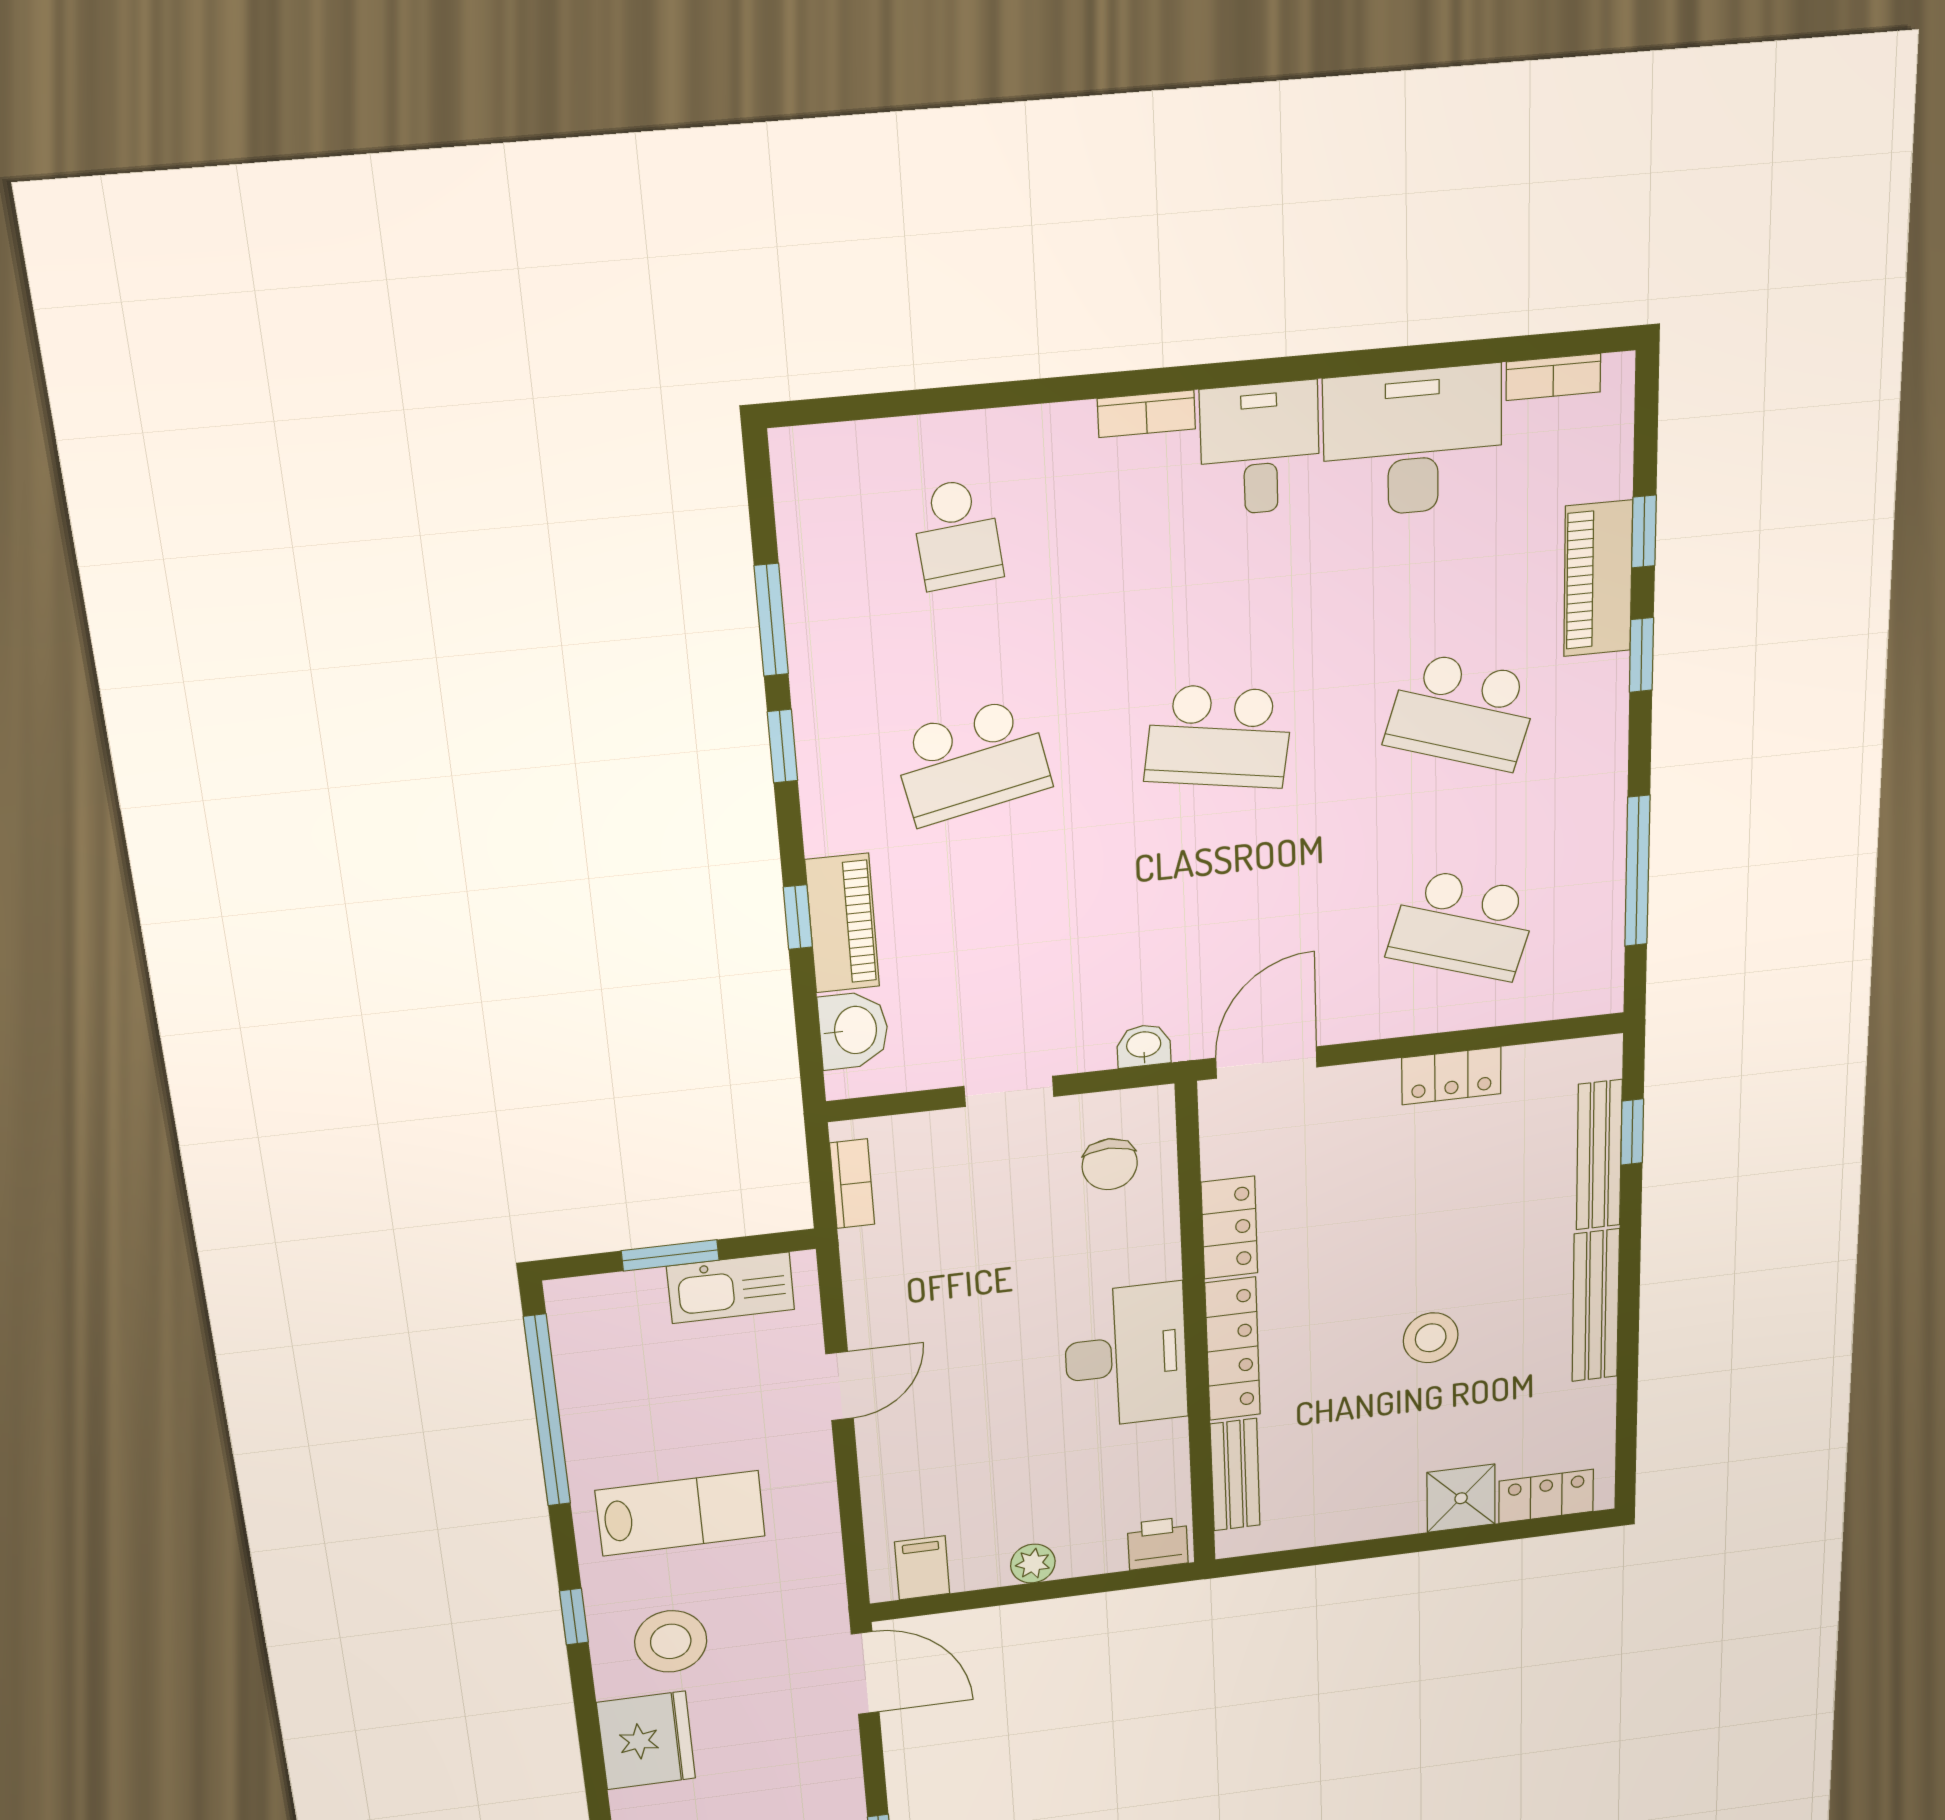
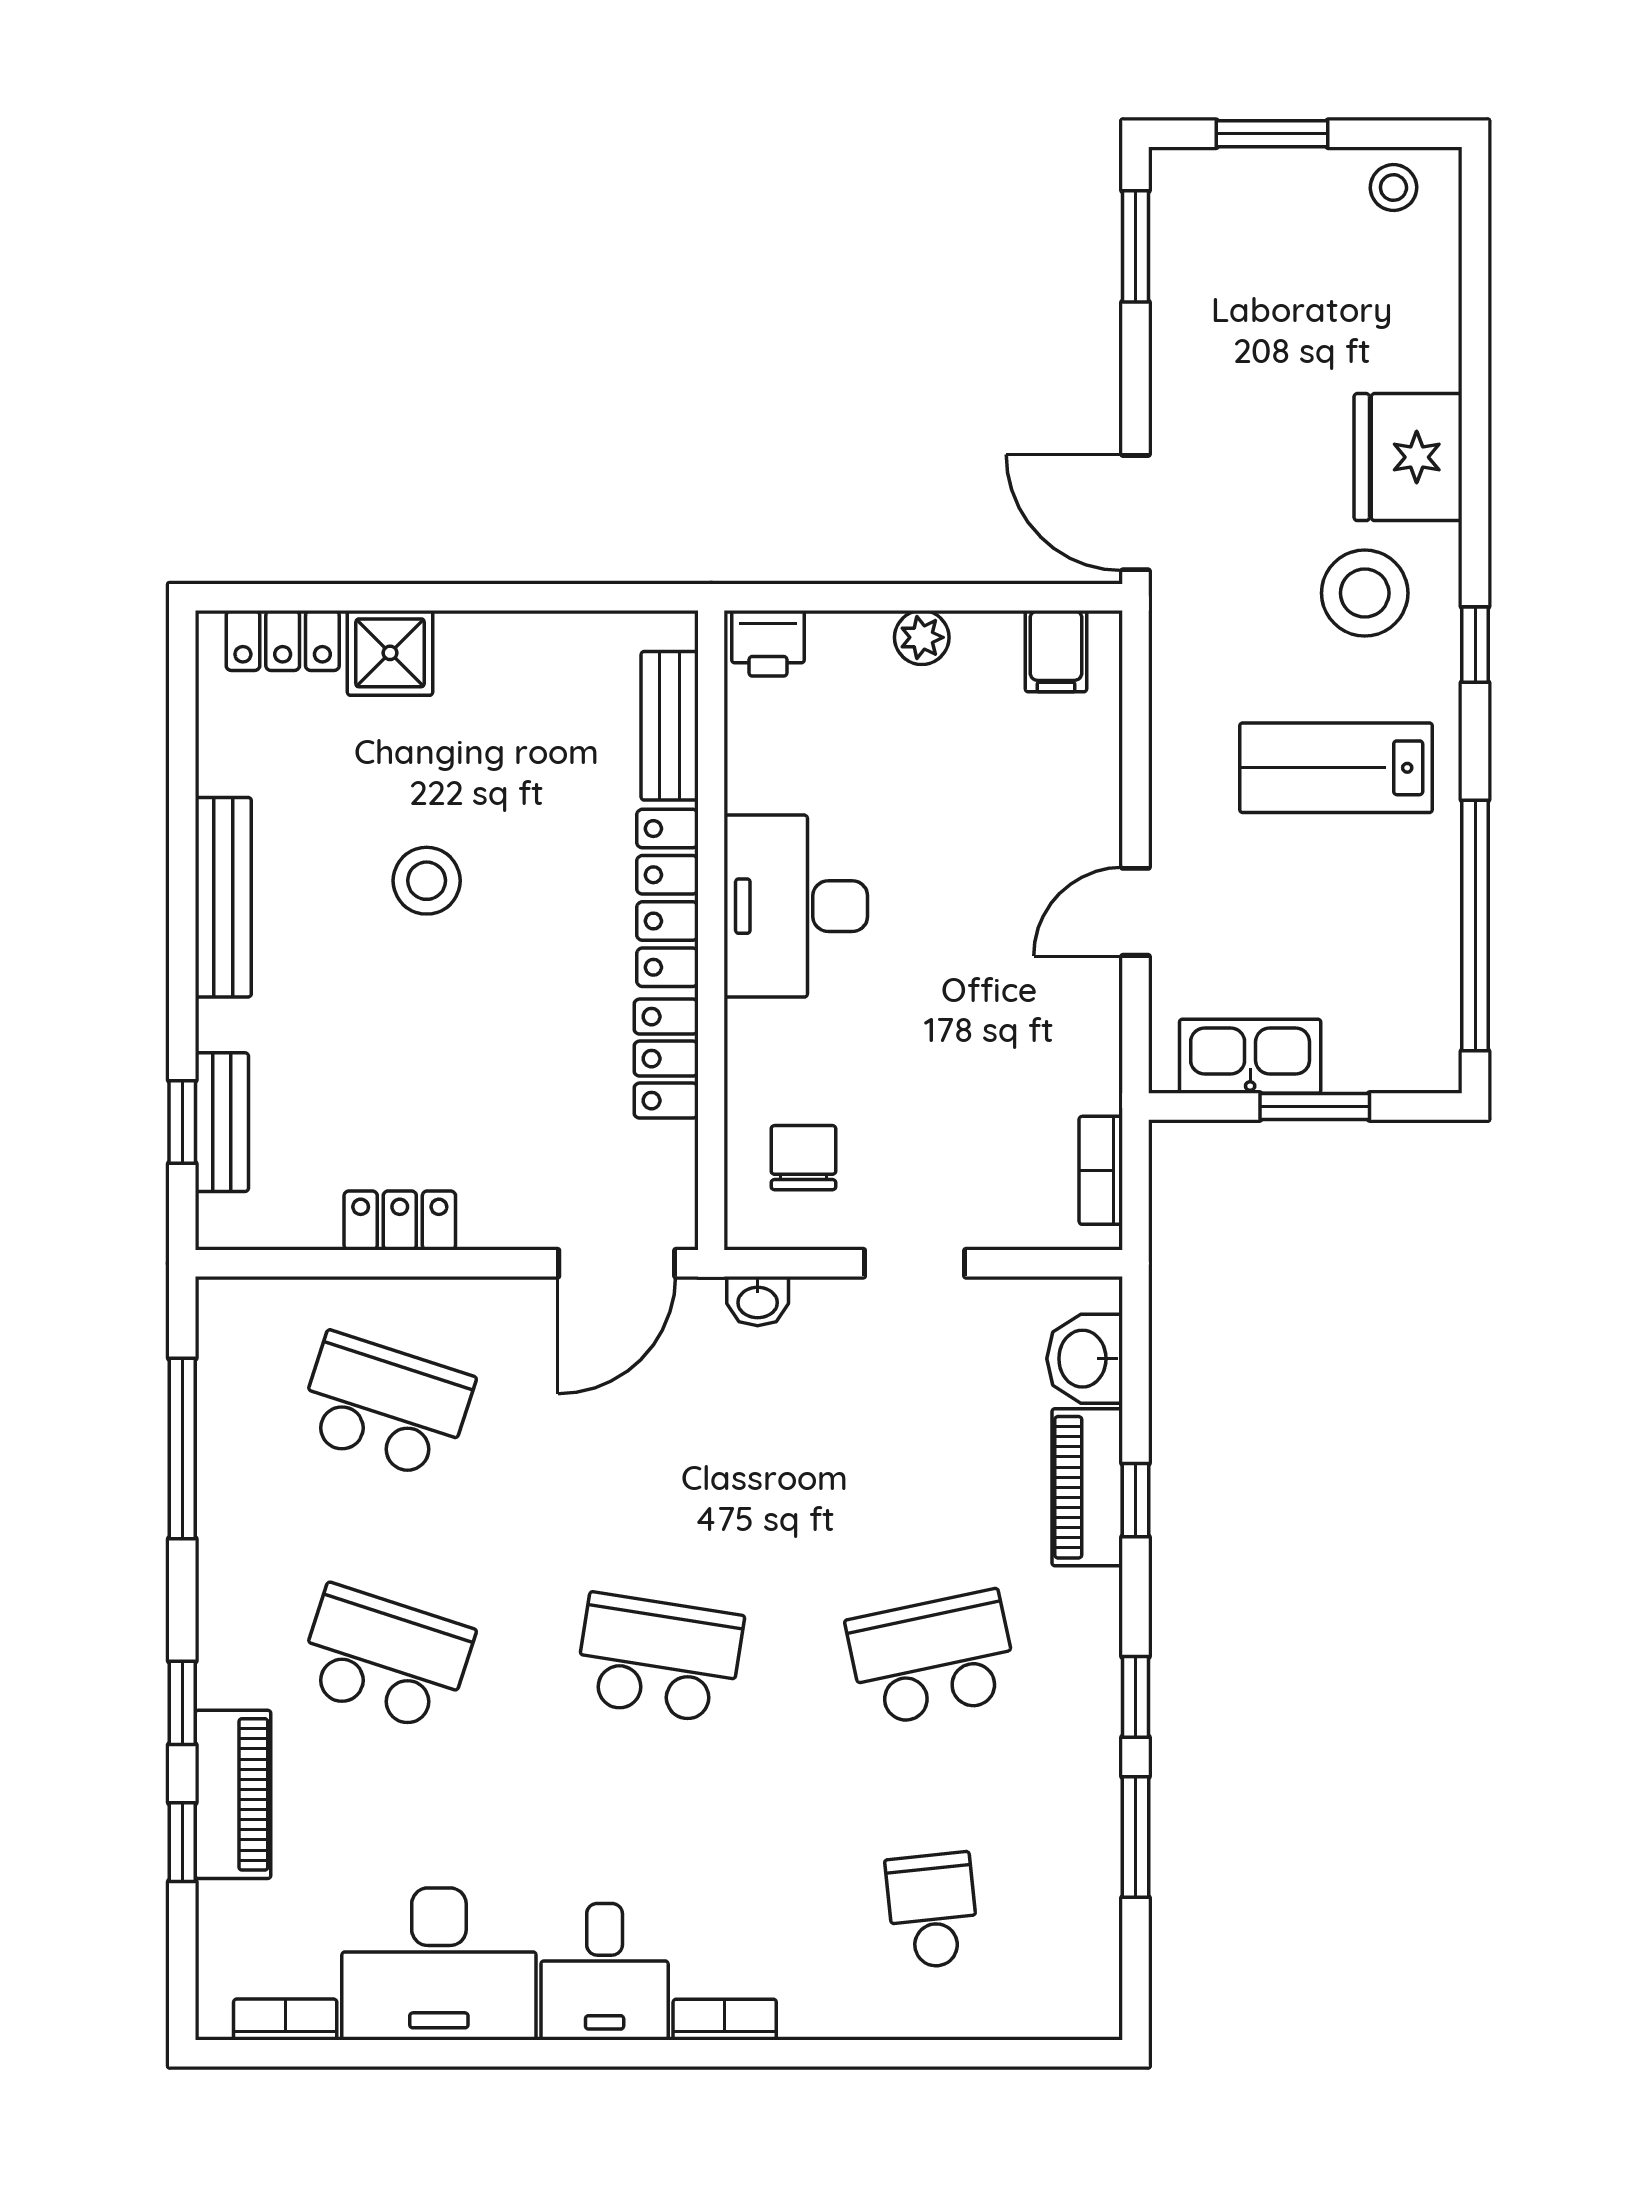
bench: (1599, 1155) -> (222, 1122), width x0.73

